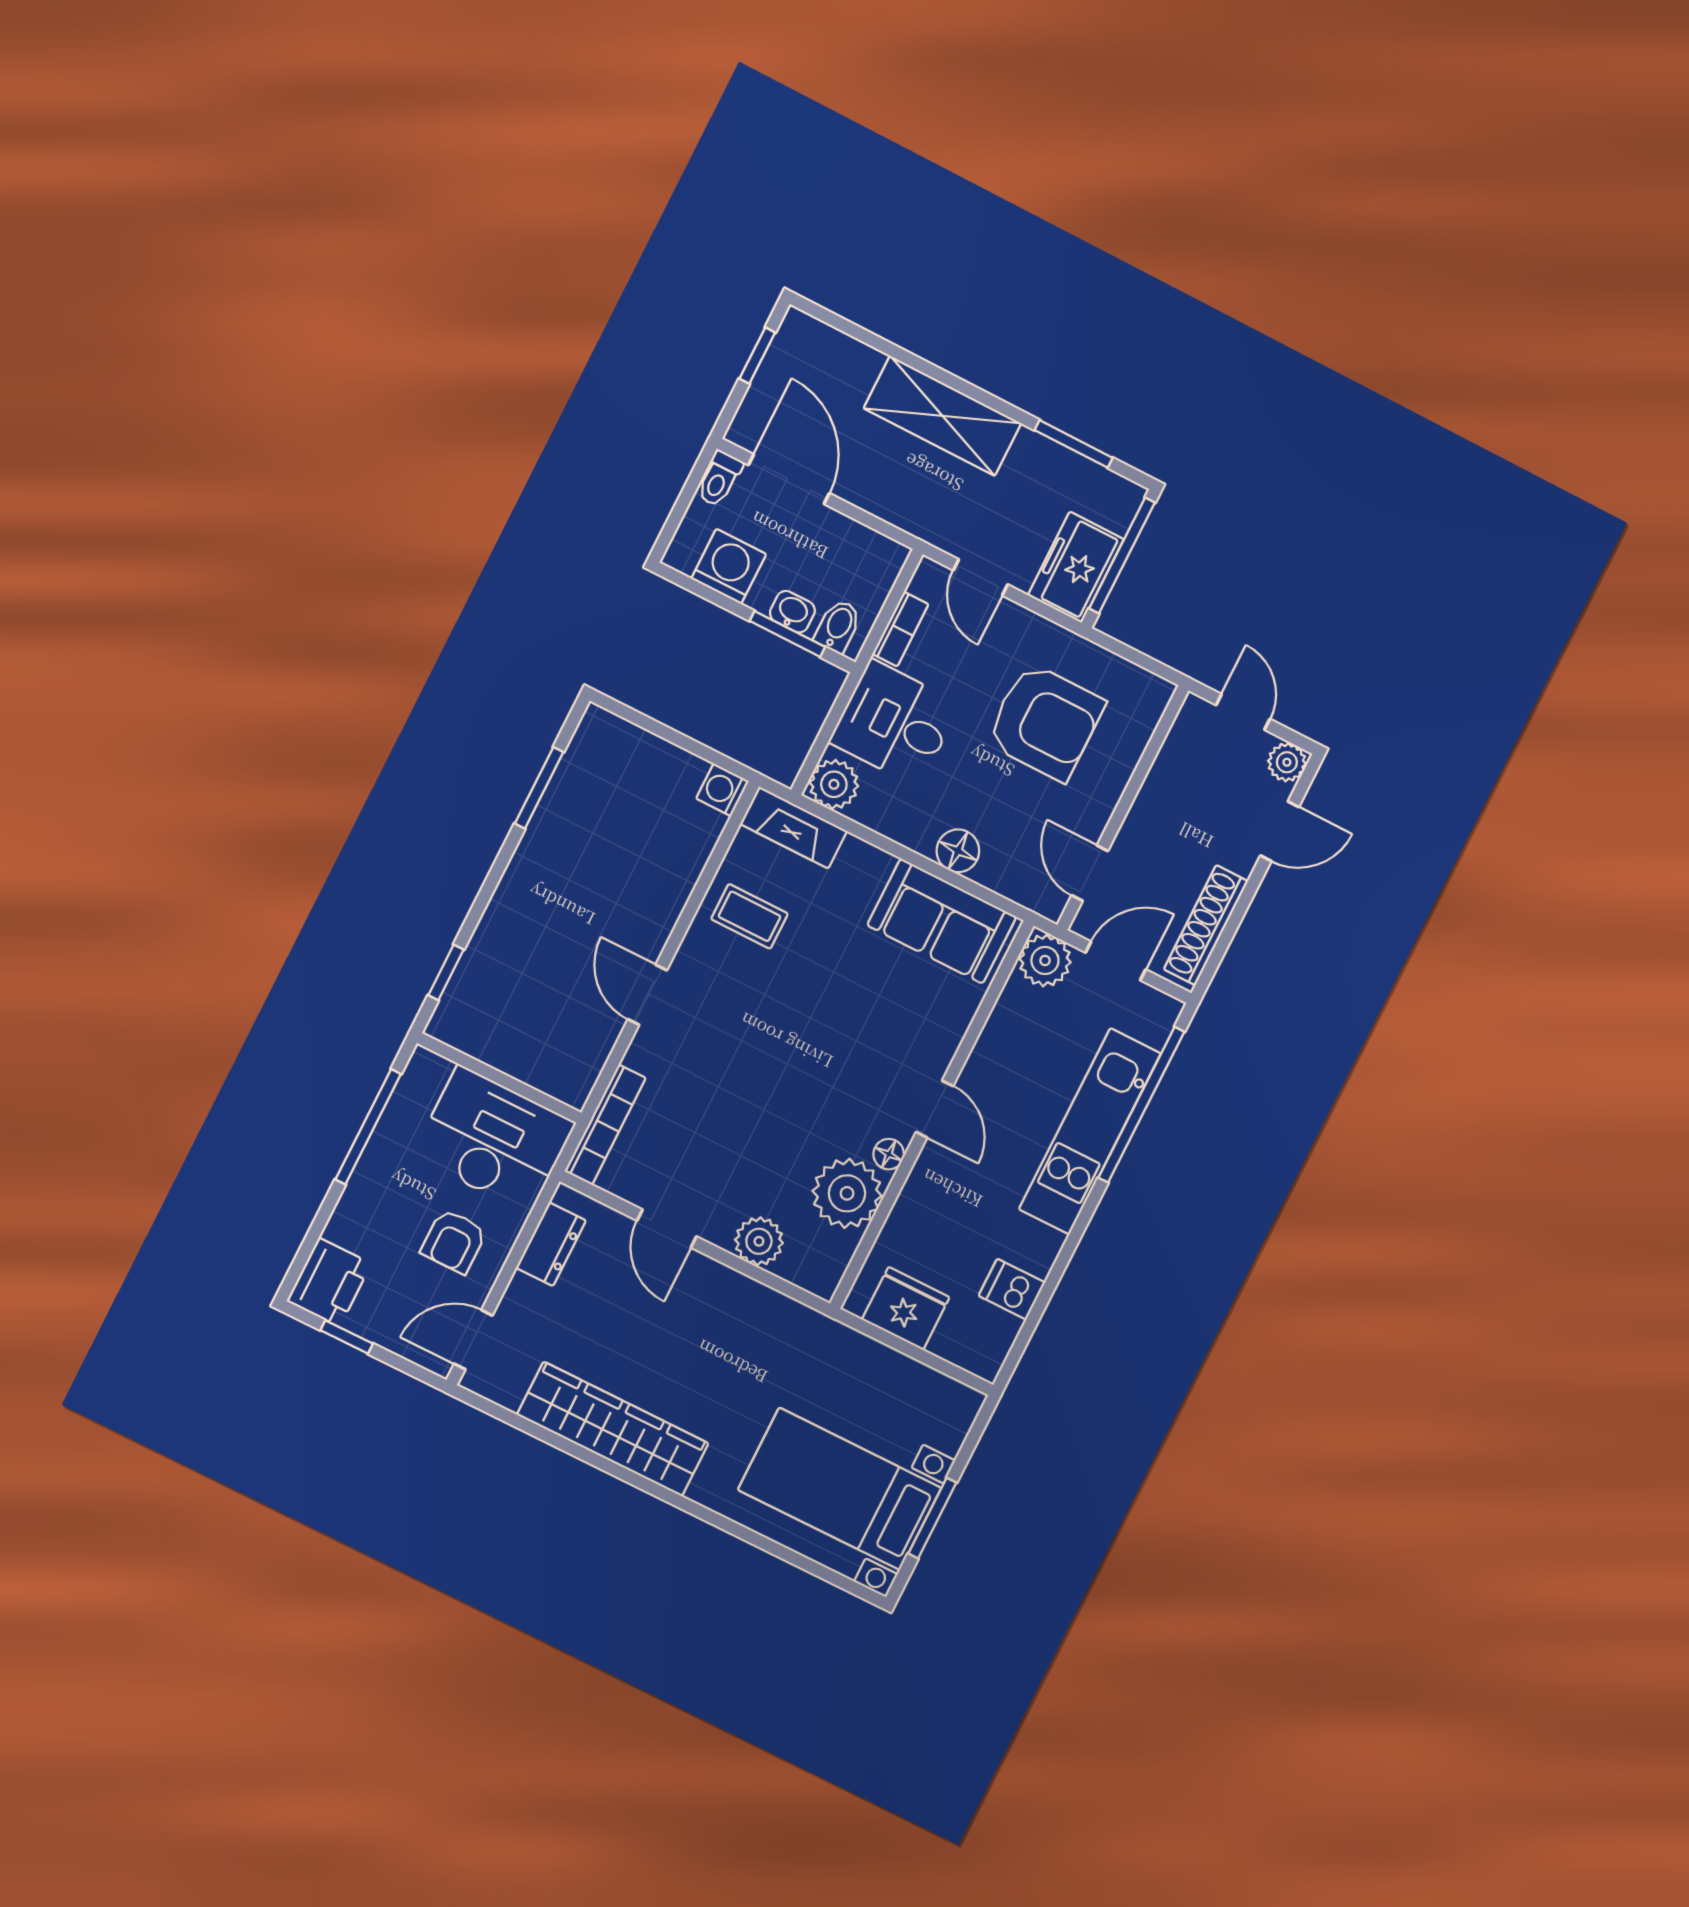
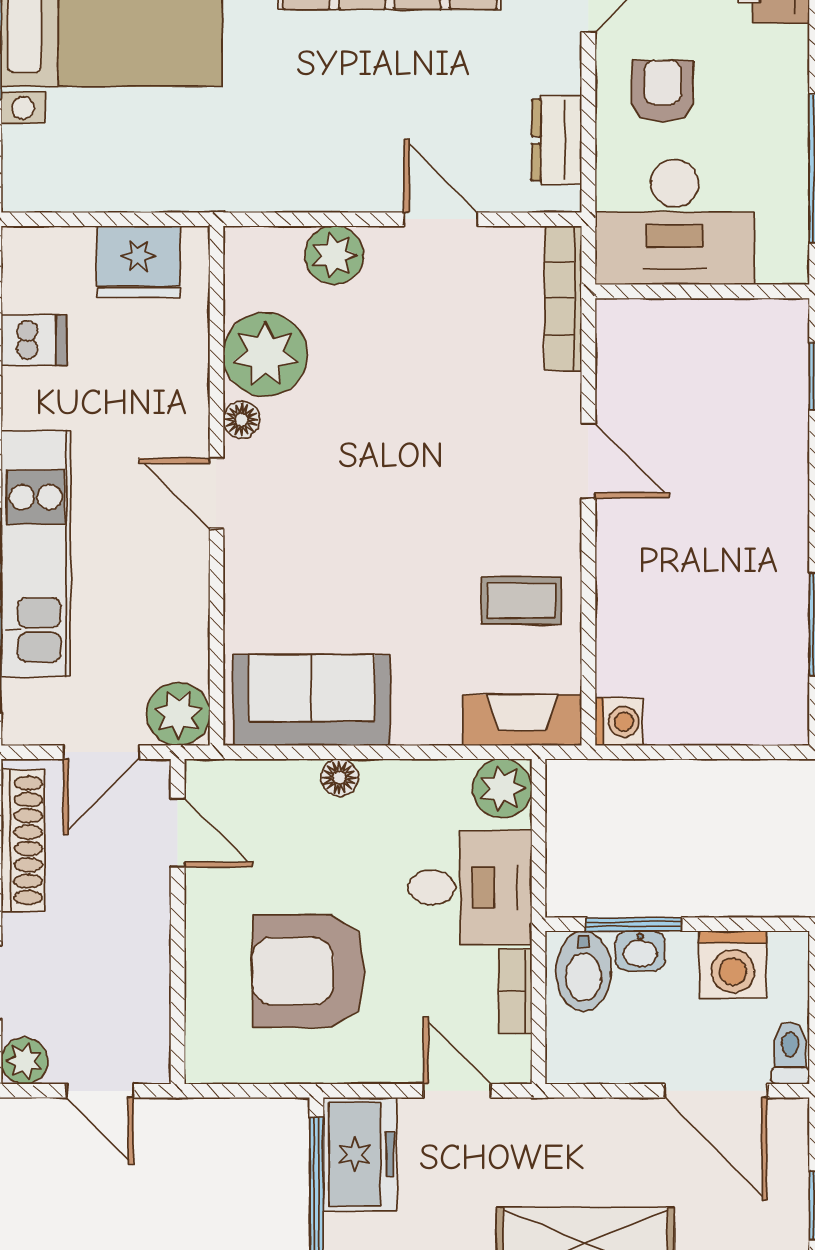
bidet: (838, 626) -> (584, 971), width x1.38, depth x1.36
floor lamp: (958, 851) -> (339, 778), width x0.73, depth x0.73

